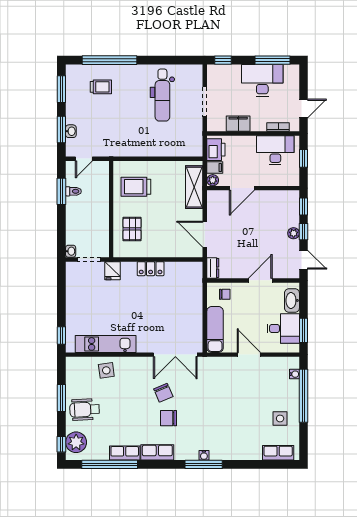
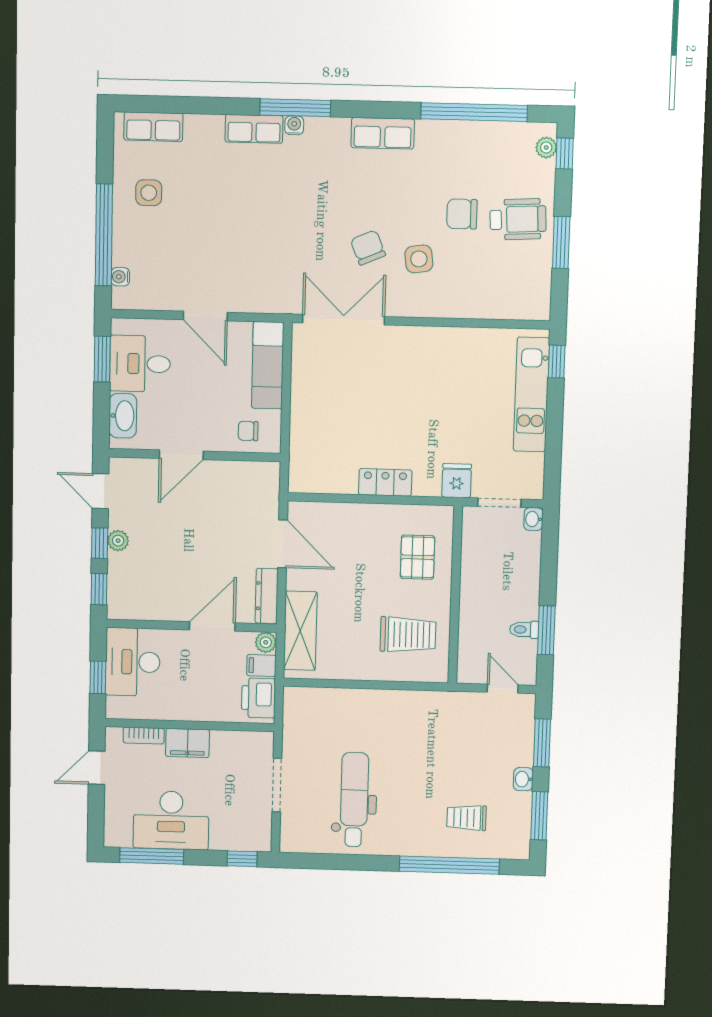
filing cabinet: (238, 124) -> (187, 743), moved
washbasin: (71, 131) -> (523, 779), moved
desk: (275, 150) -> (133, 662), moved, turned 90
door: (84, 159) -> (503, 689), hinge flipped
dresser: (213, 268) -> (267, 596), moved, width x1.44
kitchen unit: (106, 344) -> (531, 394), moved, turned 90
side table: (106, 370) -> (419, 259), moved
chair: (168, 418) -> (462, 214), moved, turned 180
plant: (76, 442) -> (546, 148), width x0.53, depth x0.53
row of seats: (125, 453) -> (254, 129), moved

